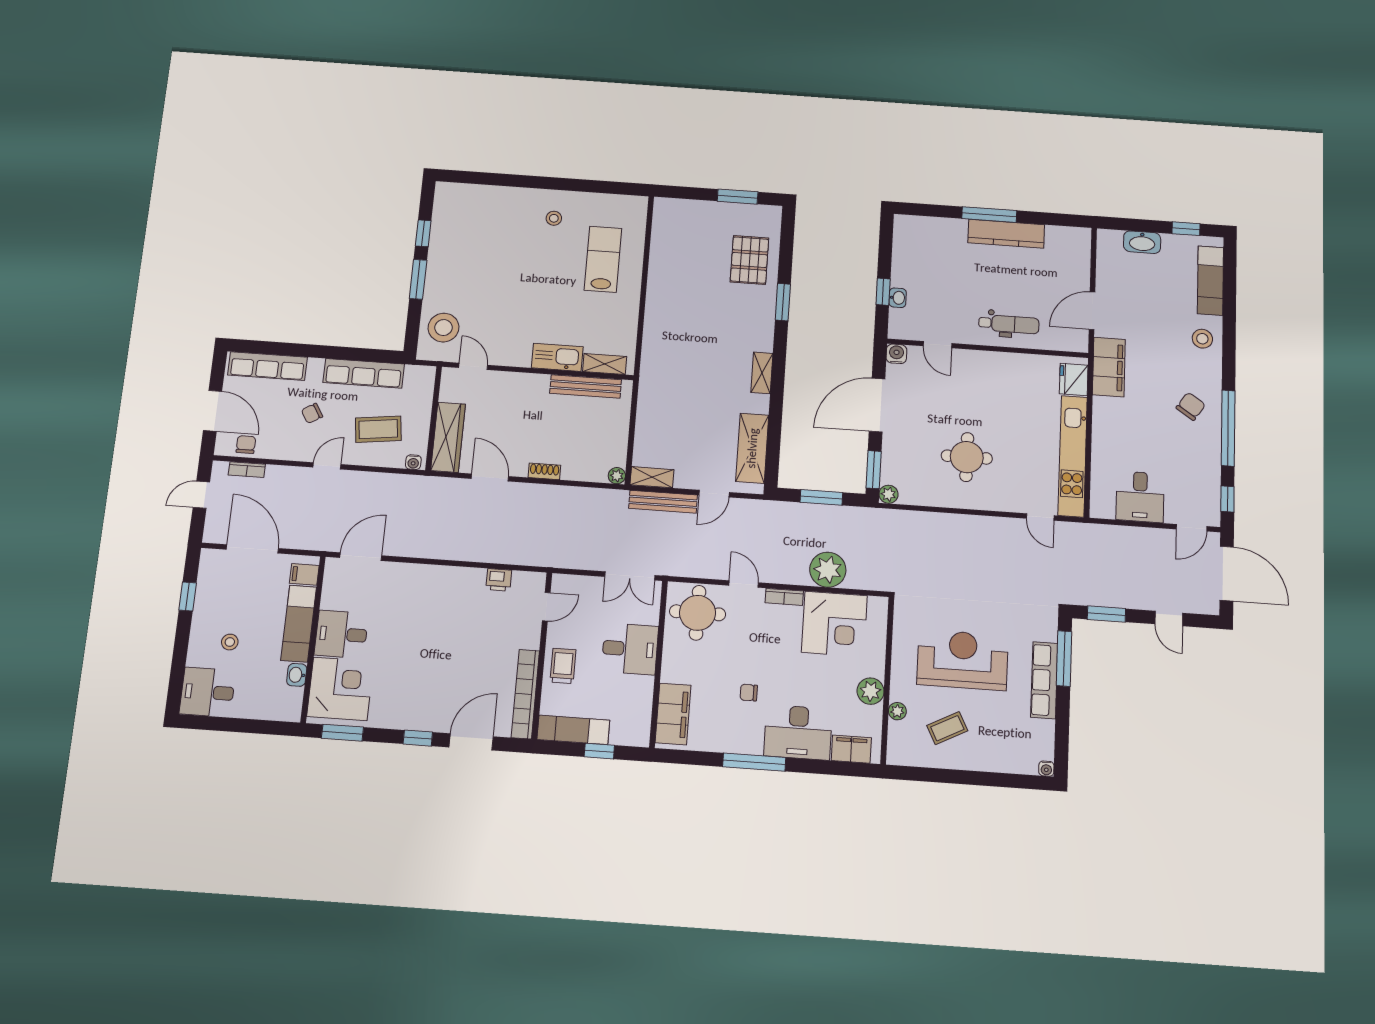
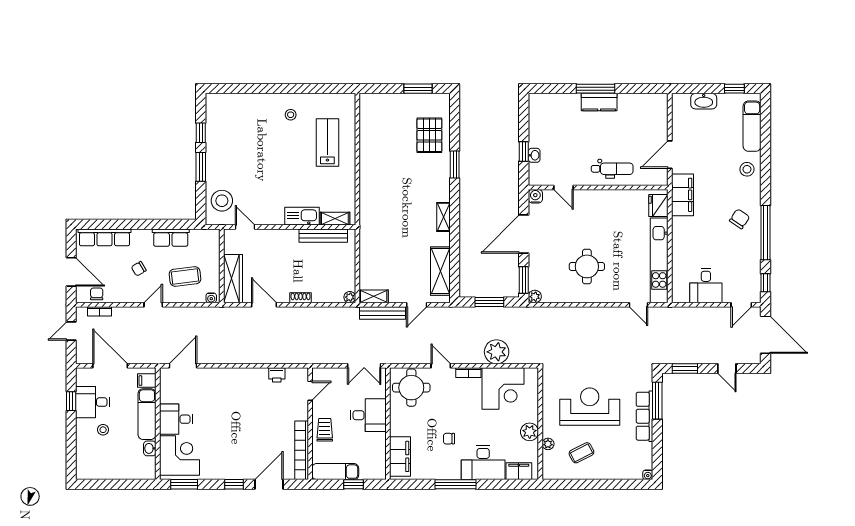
kitchen counter: (1006, 234) -> (599, 102), width x0.67
row of seats: (364, 373) -> (171, 238), width x0.68
desk: (207, 692) -> (93, 402), moved

